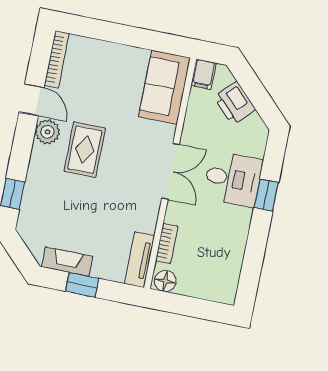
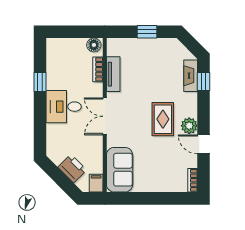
bookcase: (57, 59) -> (193, 180), width x0.64
desk: (233, 179) -> (64, 107), moved
window: (266, 195) -> (40, 82), moved
tv unit: (139, 260) -> (113, 74), moved
fireplace: (67, 262) -> (191, 76), moved, turned 90

